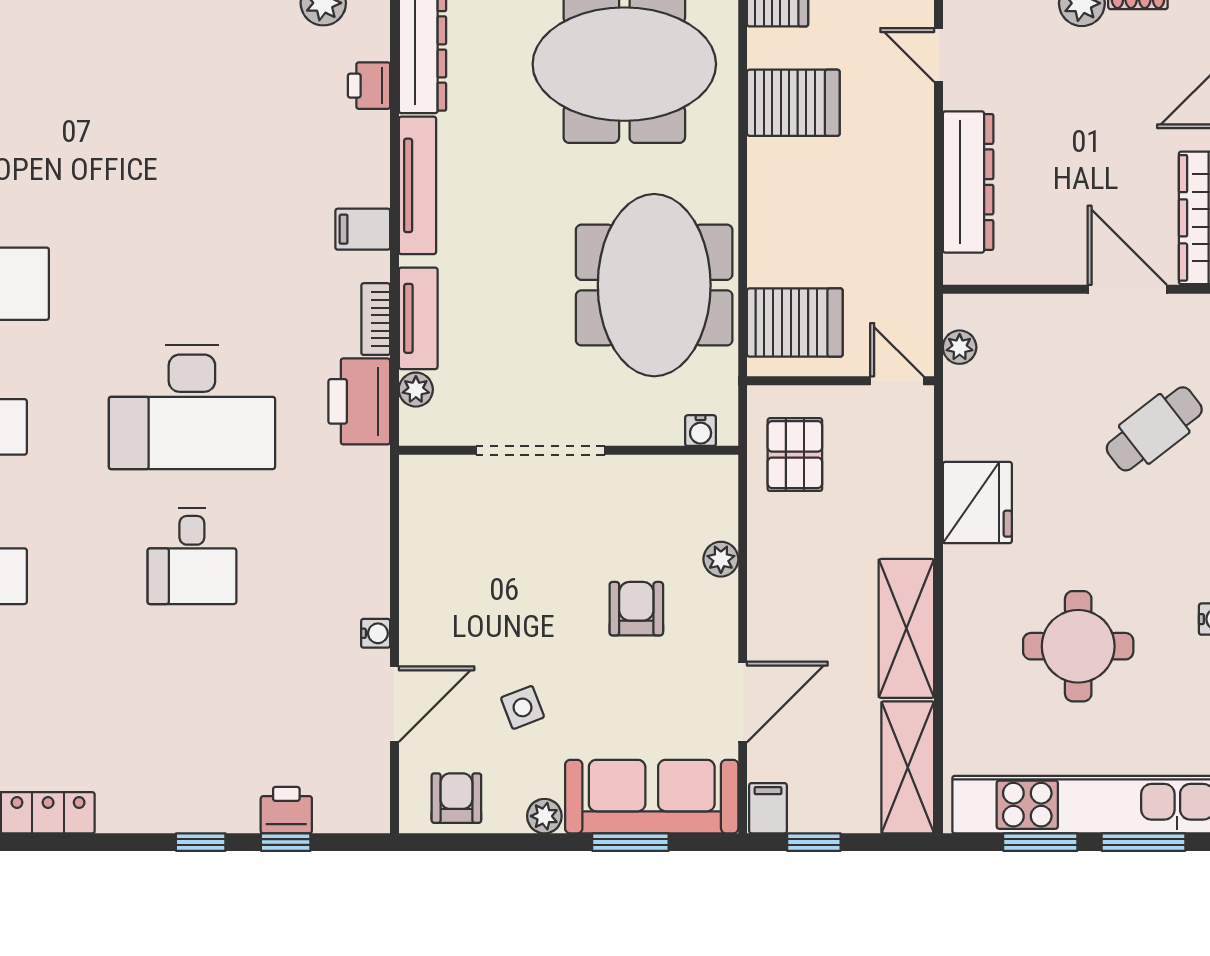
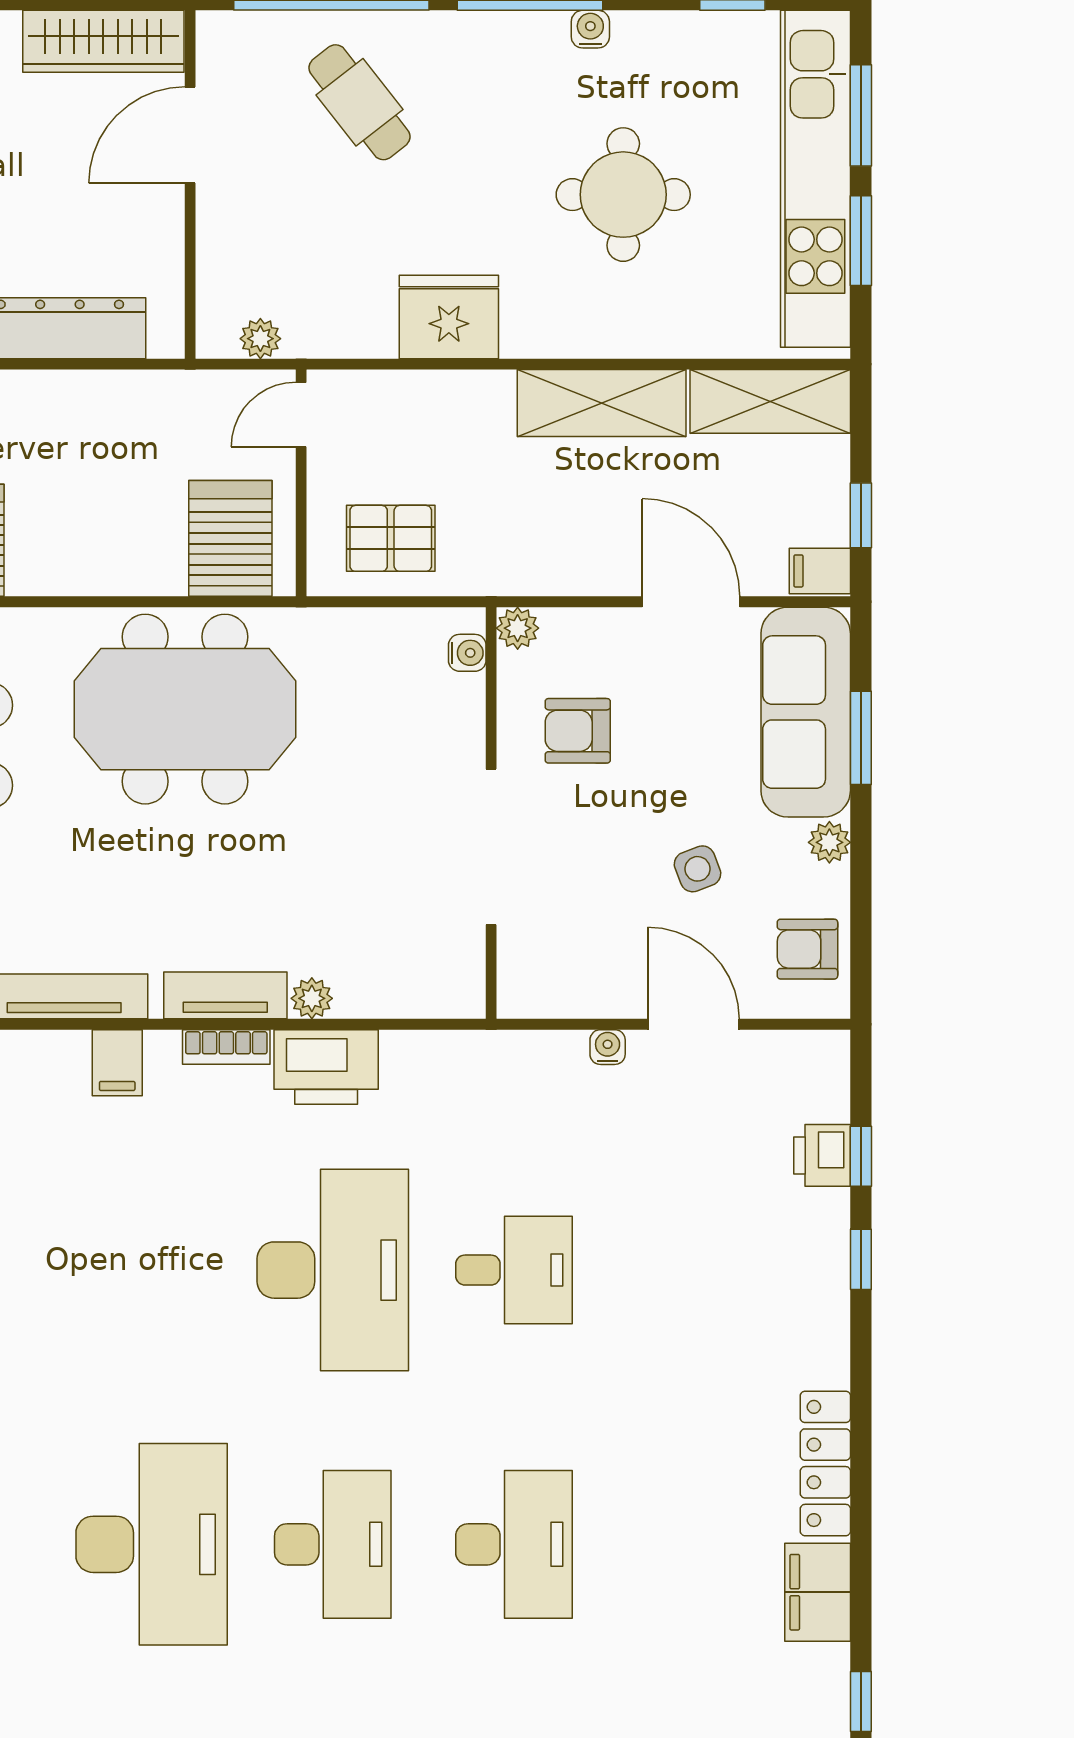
water cooler: (701, 431) -> (467, 653), moved
doorway: (541, 450) -> (491, 847), moved
wall: (569, 450) -> (491, 813), moved

